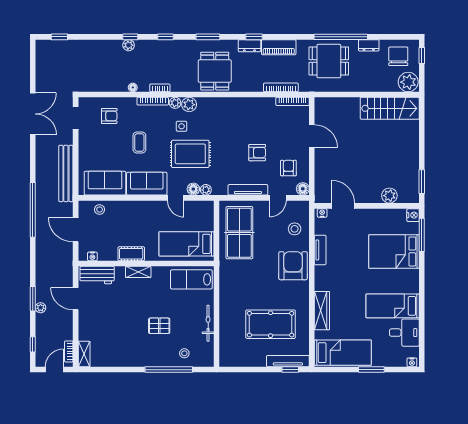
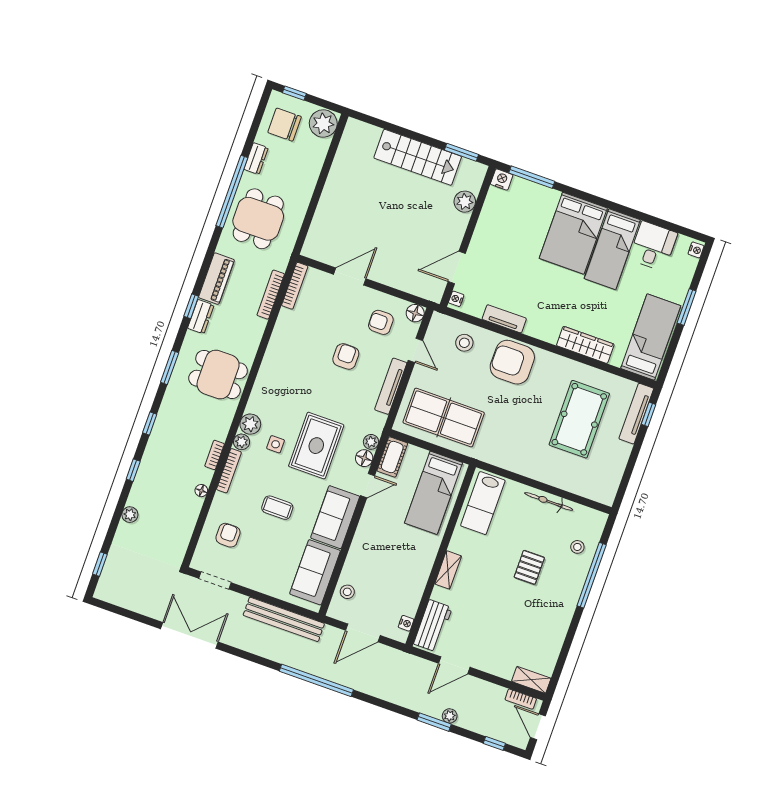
plant: (129, 45) -> (130, 515), moved
stairs: (390, 108) -> (418, 157), moved, turned 90
bed: (394, 251) -> (573, 233), moved
cot: (131, 254) -> (392, 457), moved

